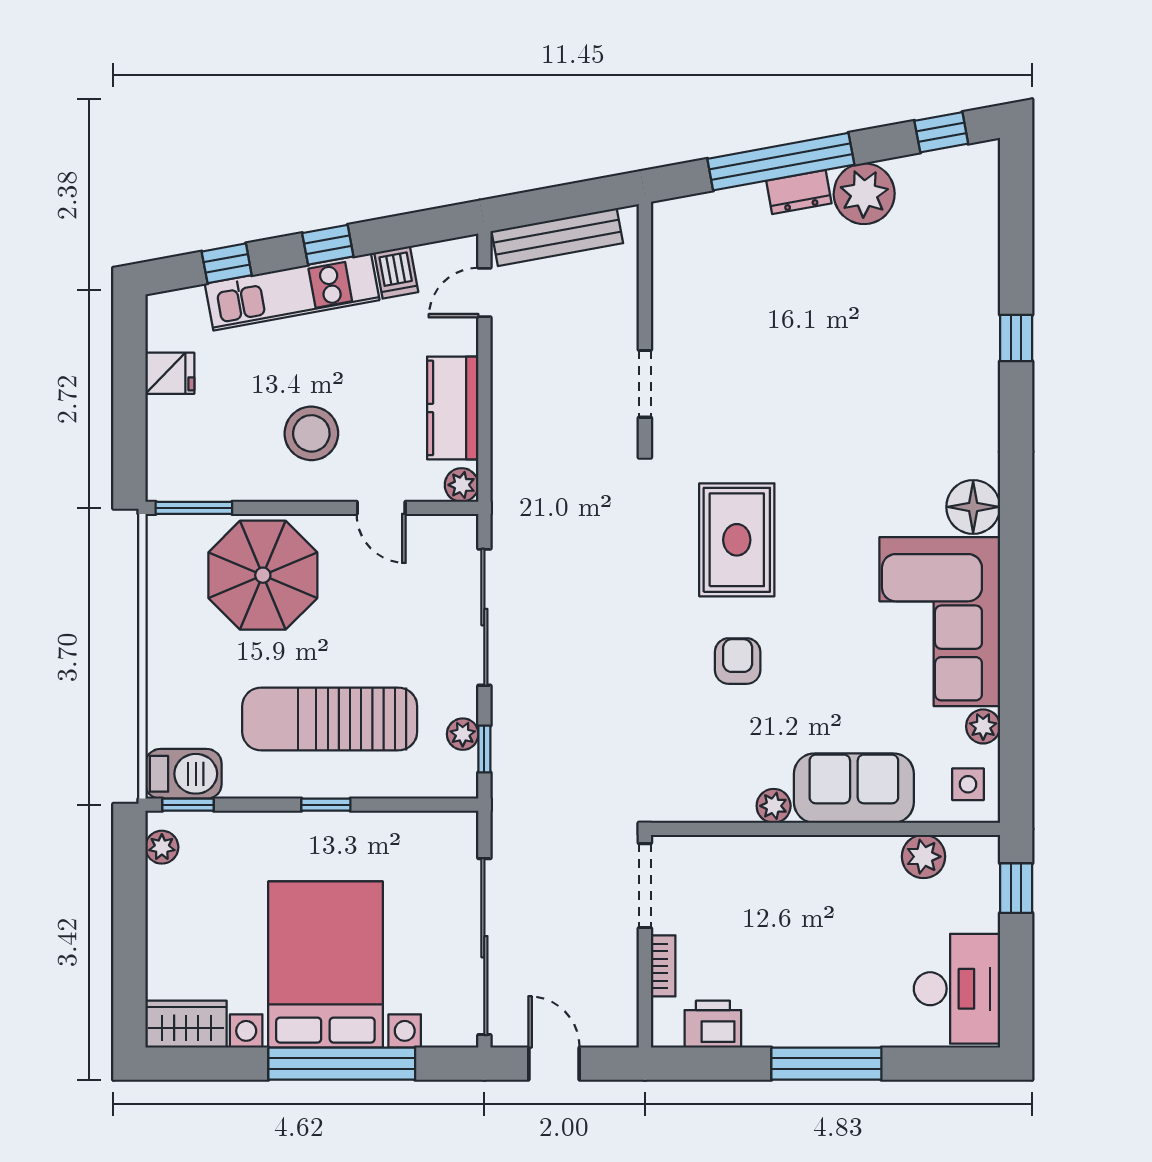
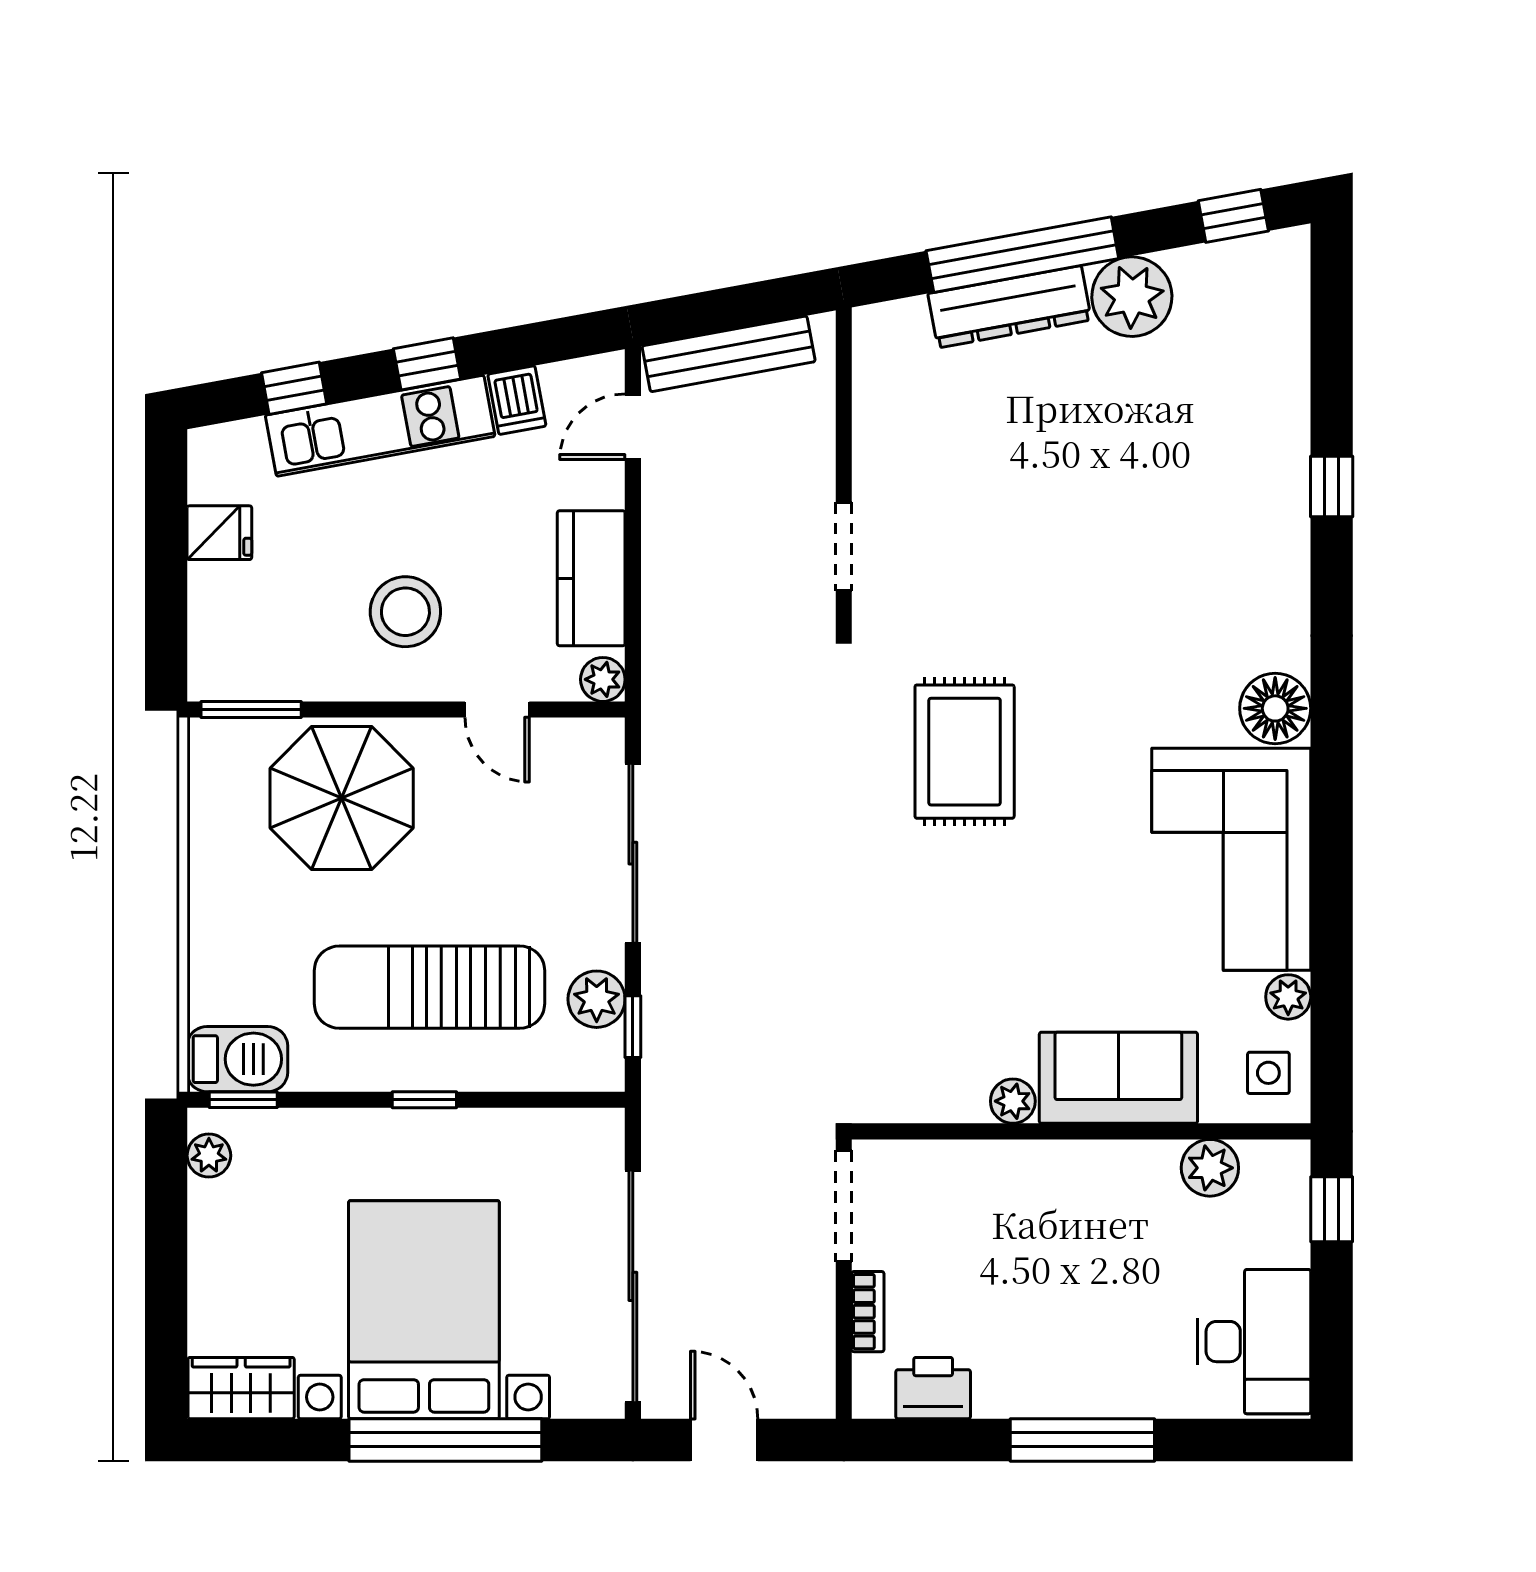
dresser: (799, 192) -> (1009, 307), width x1.96, depth x1.24
armchair: (738, 661) -> (966, 911), removed
plant: (463, 734) -> (597, 999), width x1.38, depth x1.38

